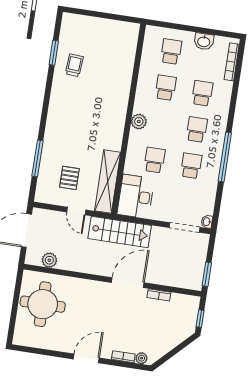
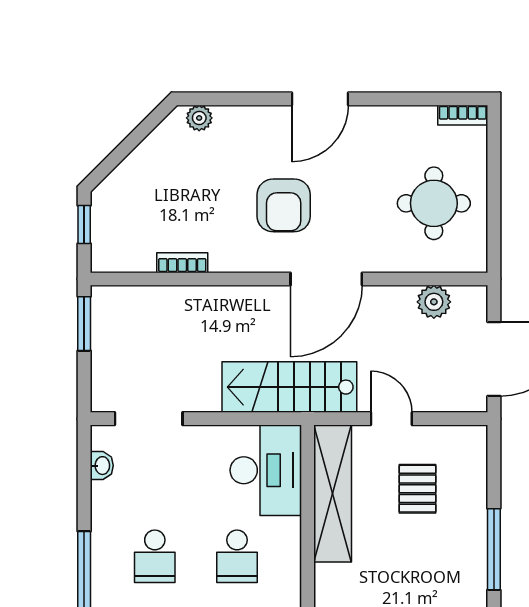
window: (38, 158) -> (494, 549), moved
washbasin: (207, 222) -> (102, 466), moved
door: (128, 283) -> (326, 279), moved
round table: (43, 304) -> (434, 203), width x0.73, depth x0.73
armchair: (110, 313) -> (284, 205), added
bookcase: (123, 357) -> (463, 115), moved

